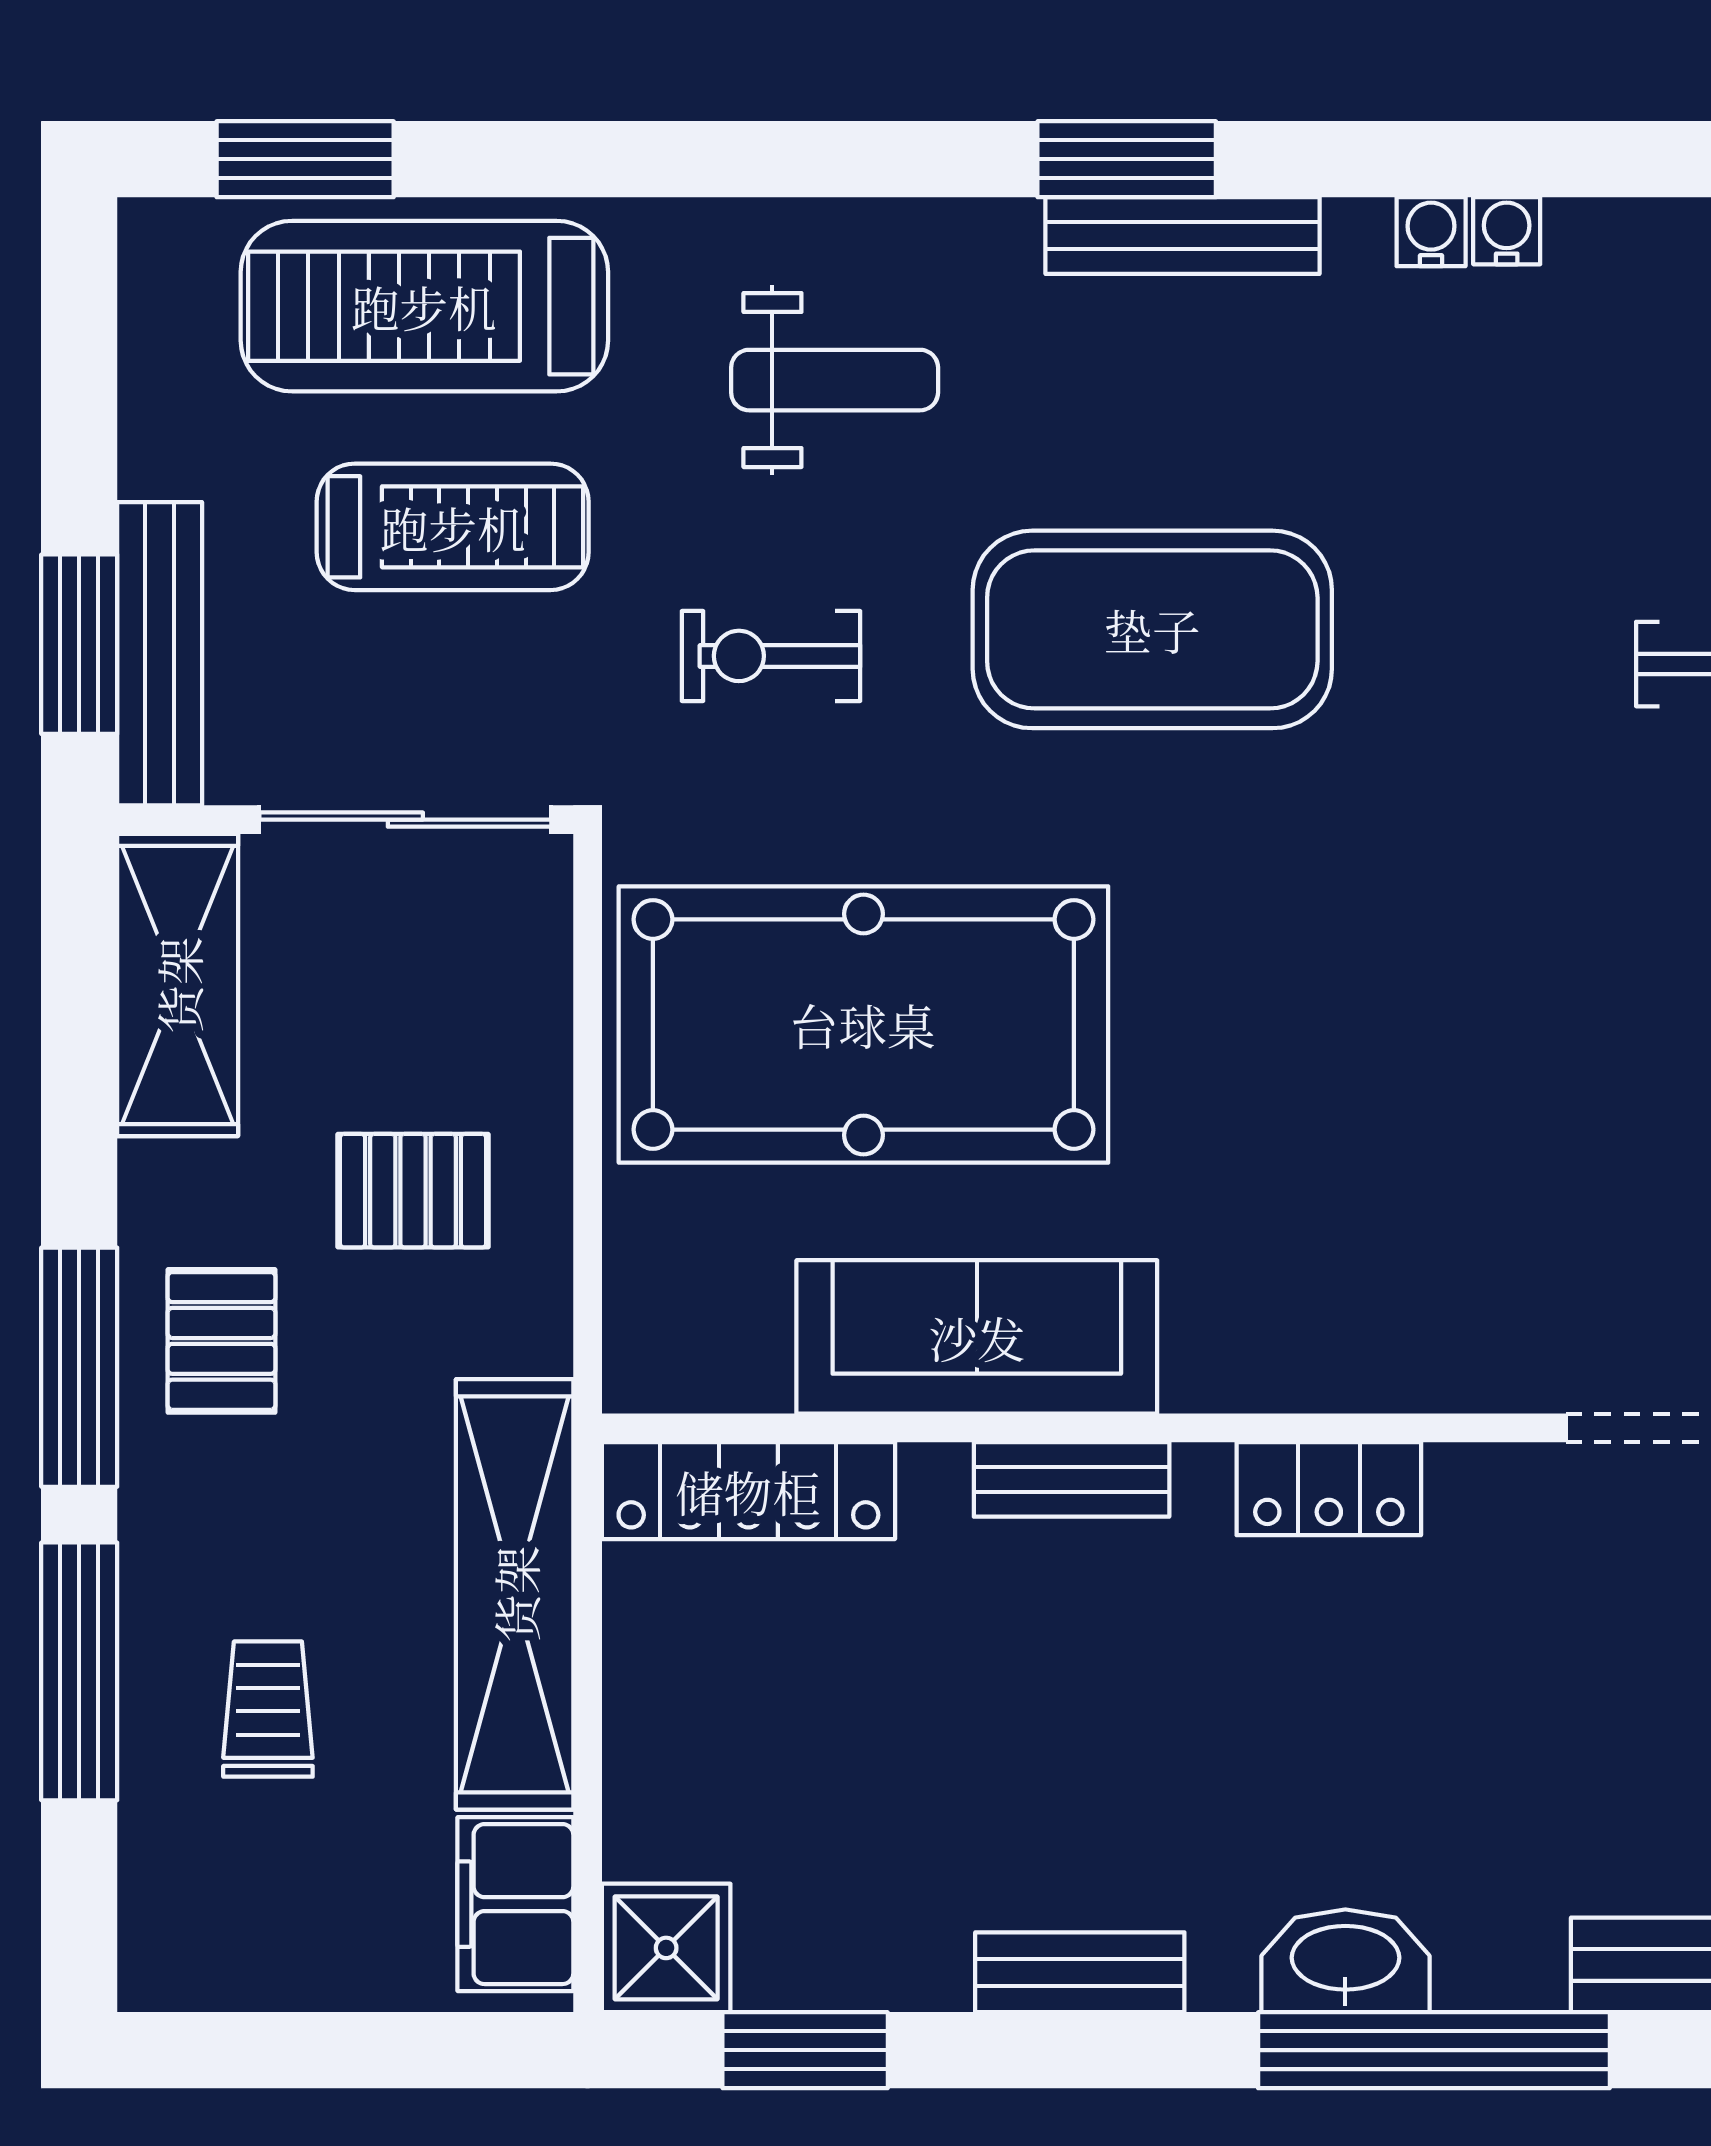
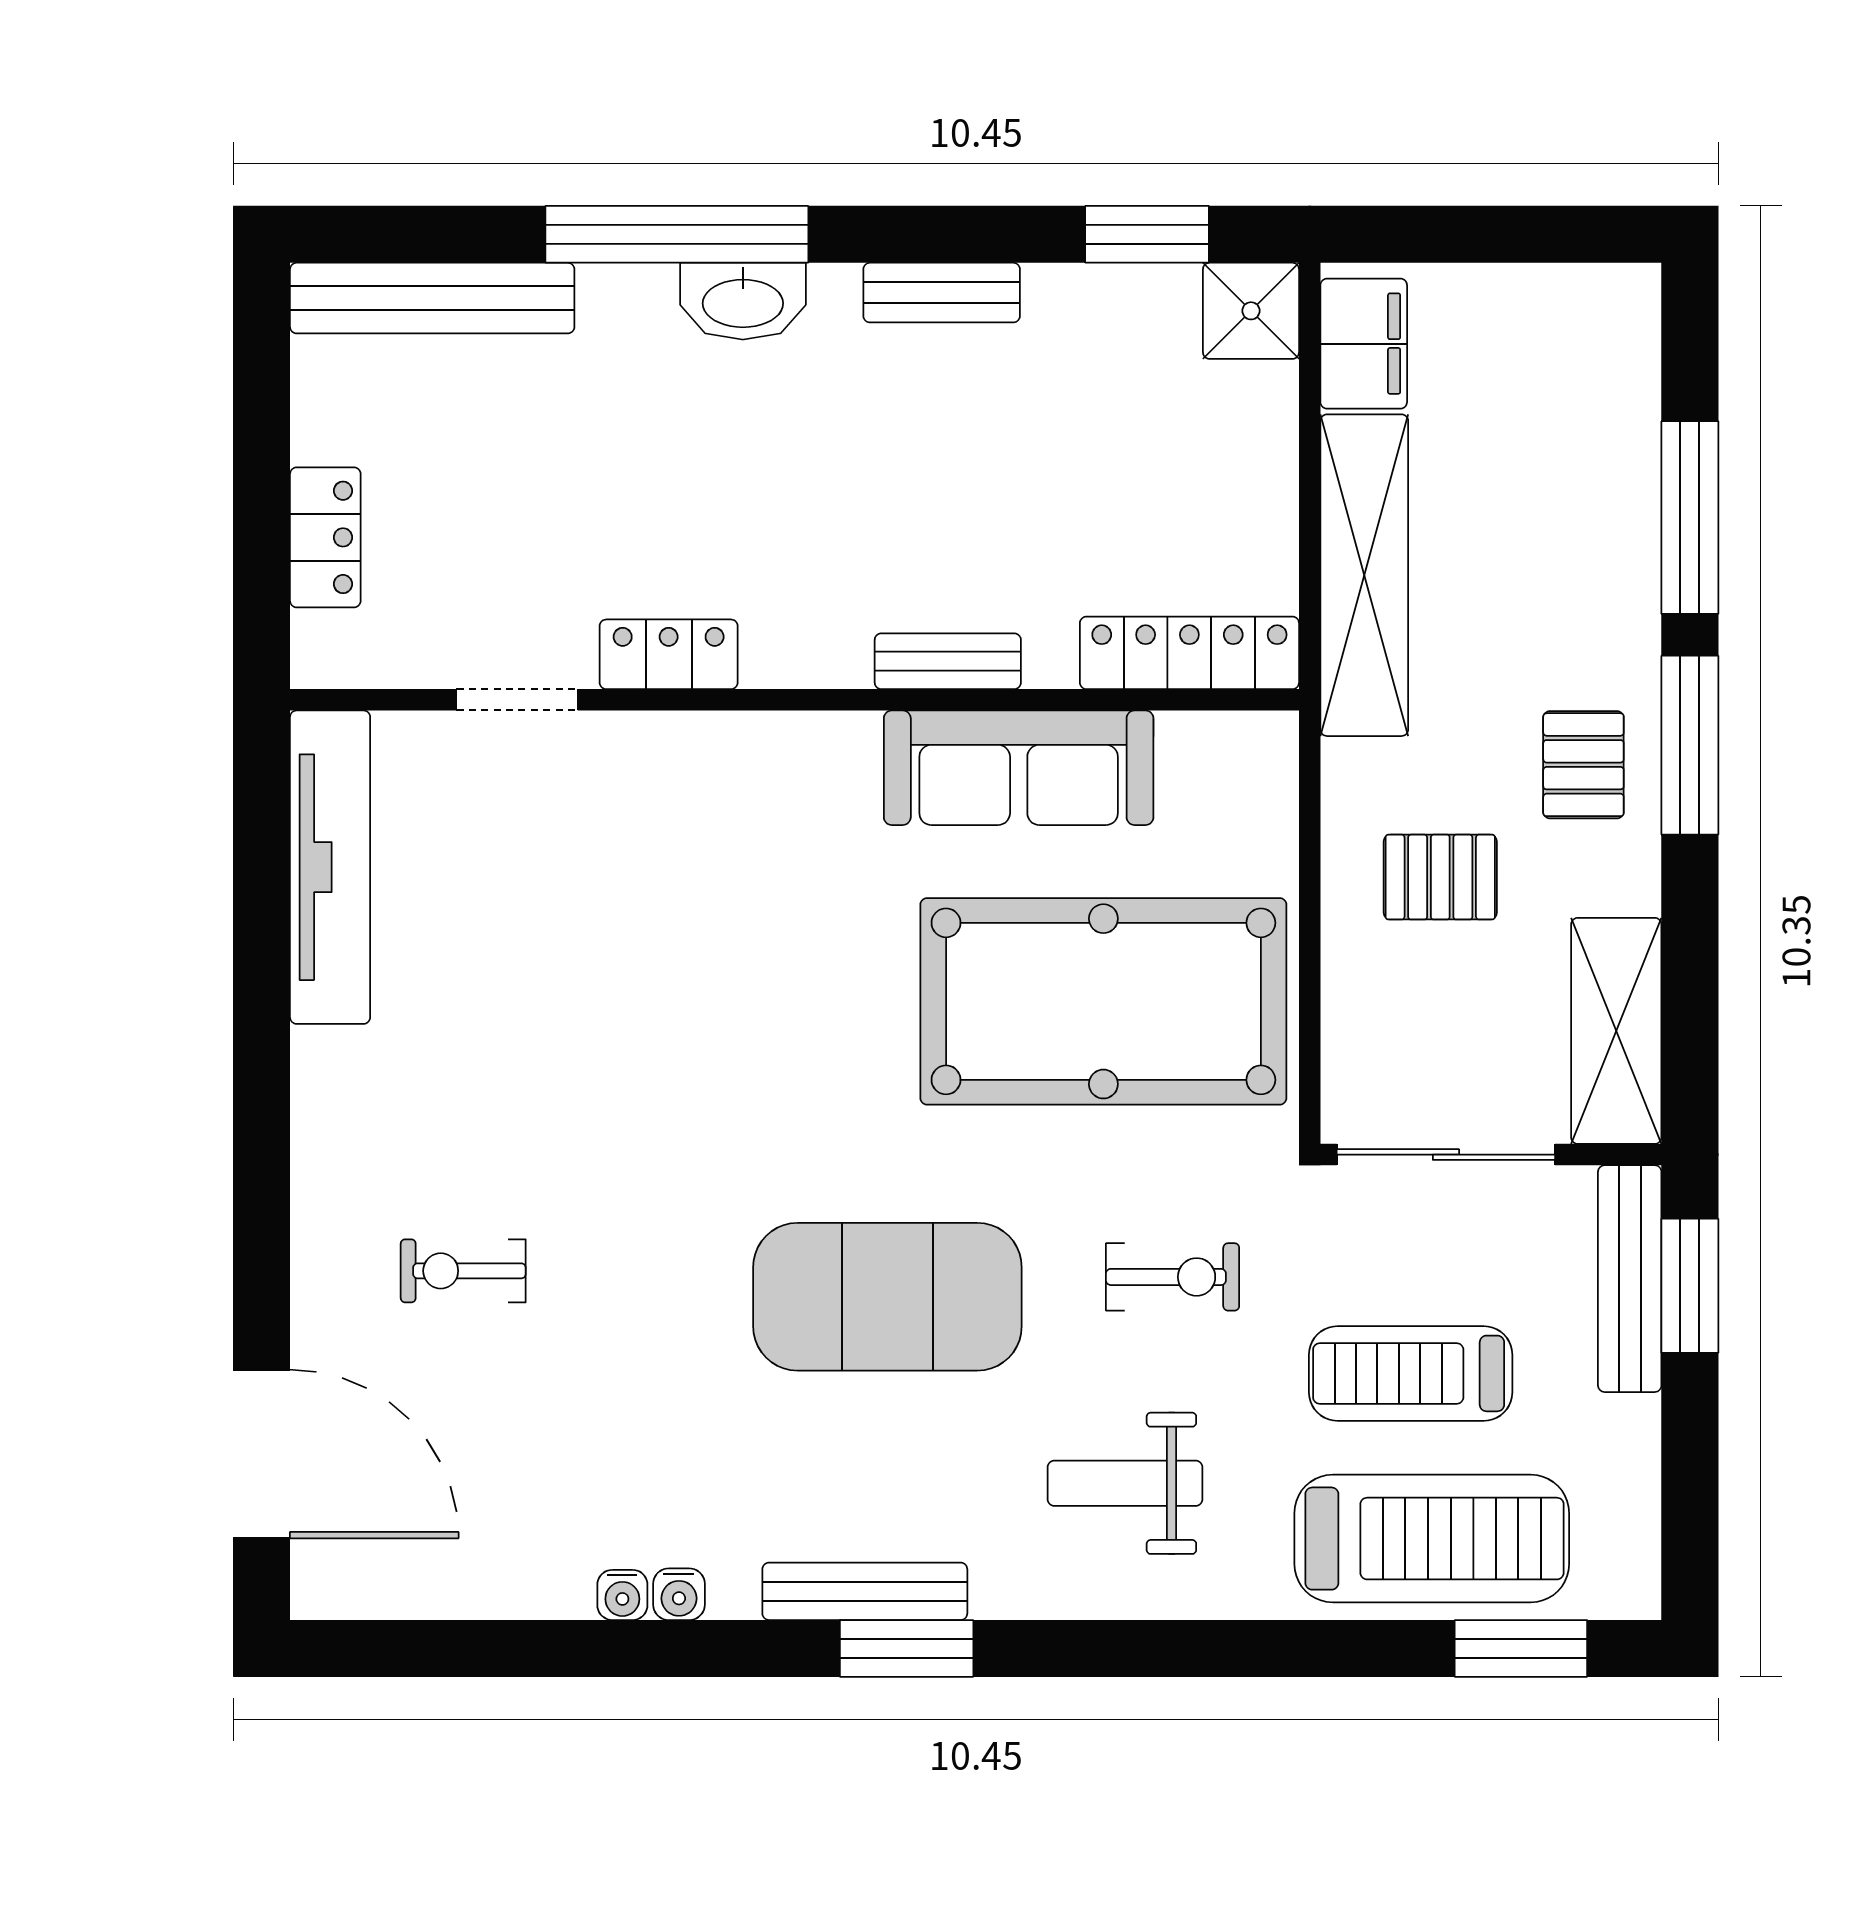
locker: (1329, 1489) -> (669, 654), moved
trolley: (268, 1709) -> (1549, 489), removed

